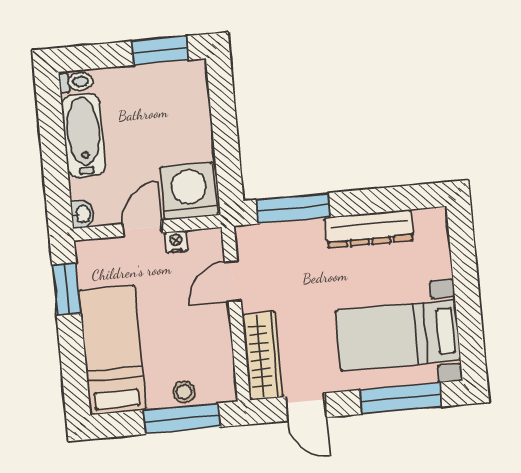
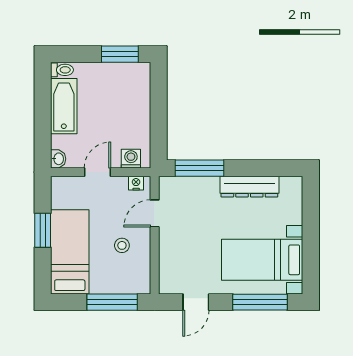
washing machine: (189, 191) -> (131, 159), width x0.53, depth x0.53
nightstand: (176, 242) -> (136, 183), moved
window: (66, 289) -> (43, 230), moved
wardrobe: (262, 356) -> (170, 265), removed
stool: (184, 392) -> (122, 245), moved
door: (306, 407) -> (196, 302), hinge flipped

